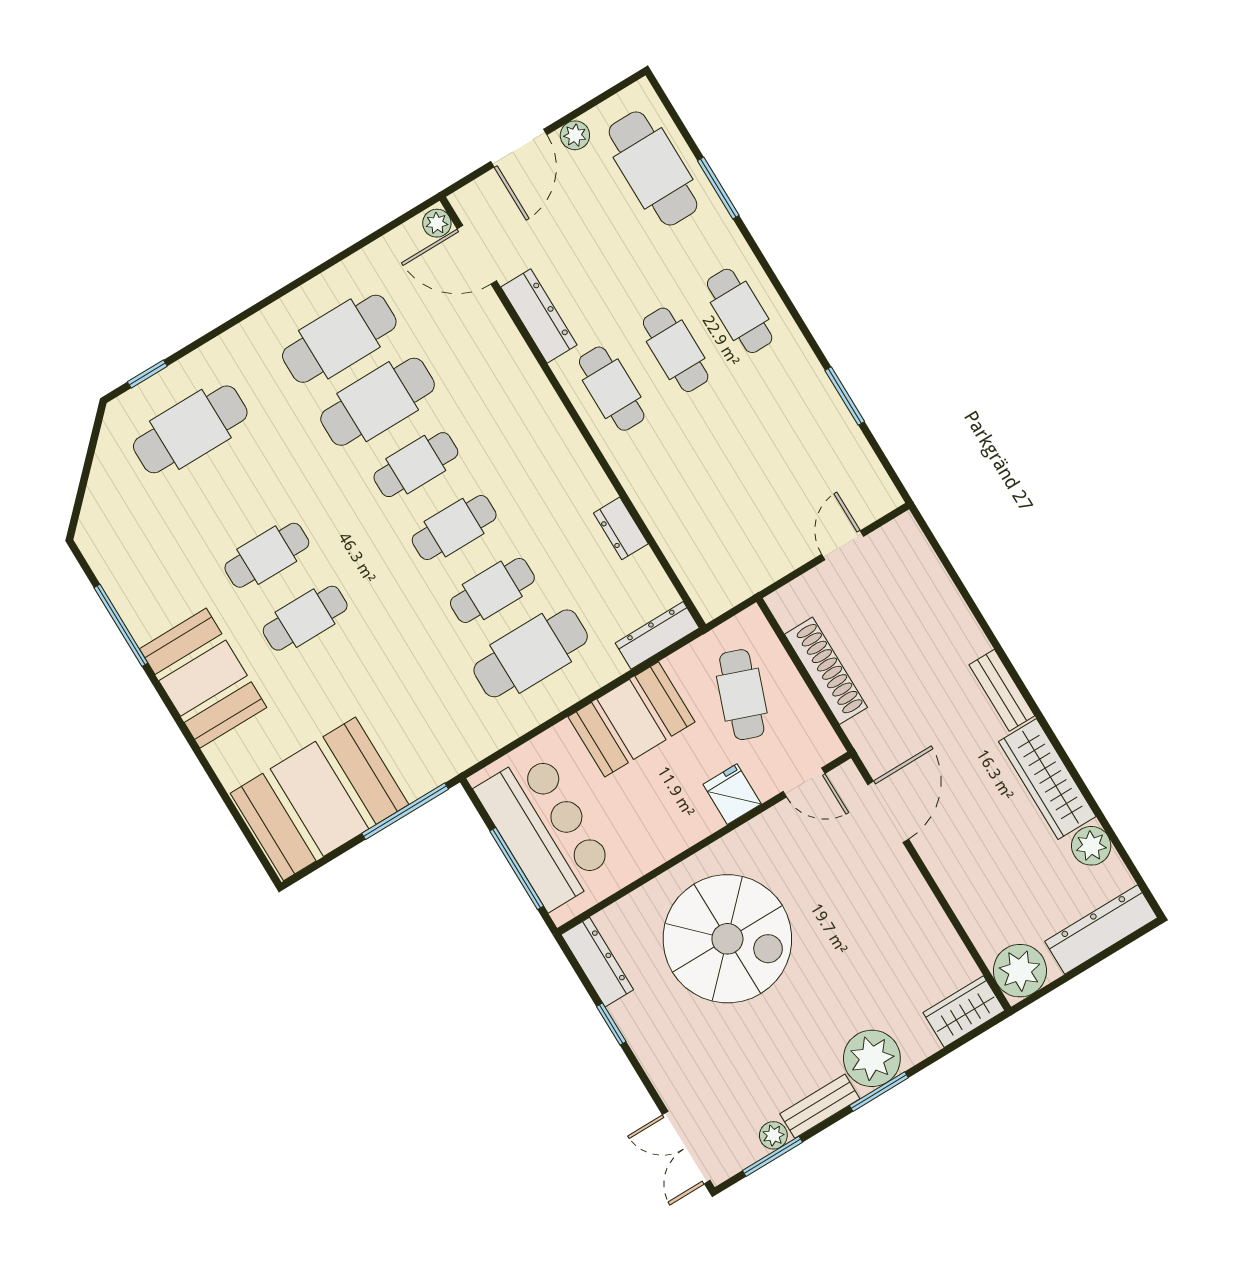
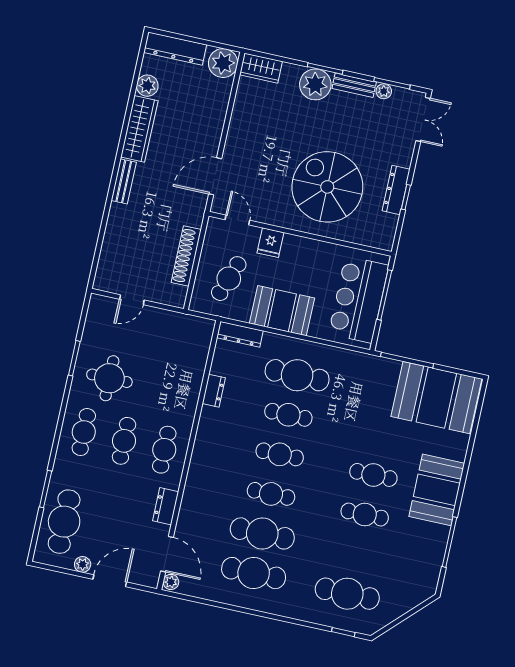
dresser: (539, 316) -> (166, 506), width x0.70
round table: (773, 414) -> (109, 378), added
dresser: (597, 962) -> (396, 190), moved

